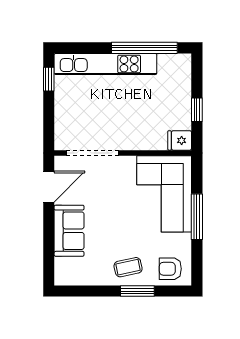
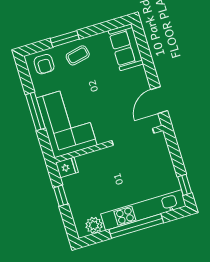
window: (144, 48) -> (136, 226), moved
plant: (168, 64) -> (94, 225), added
sofa: (69, 231) -> (126, 47), moved
armchair: (170, 269) -> (44, 64), turned 90

